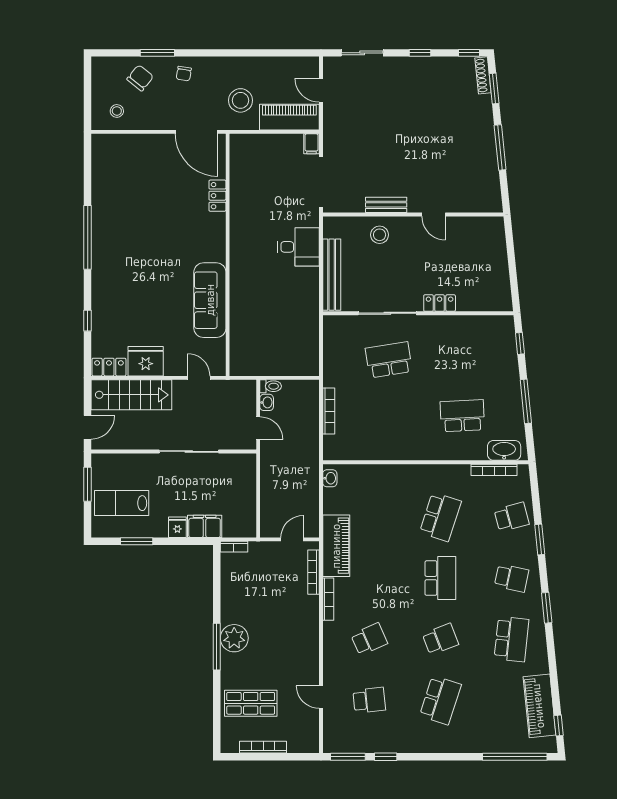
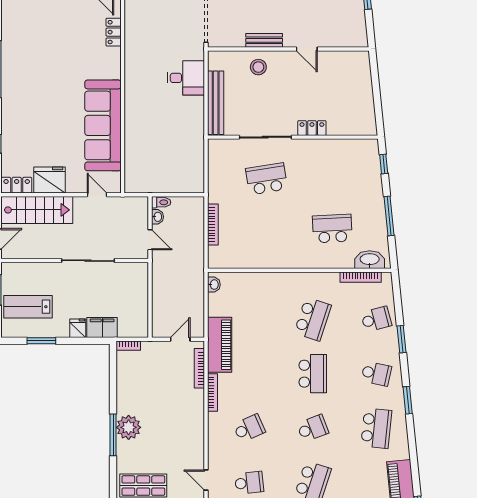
sofa: (210, 300) -> (103, 125), width x1.36, depth x1.27

